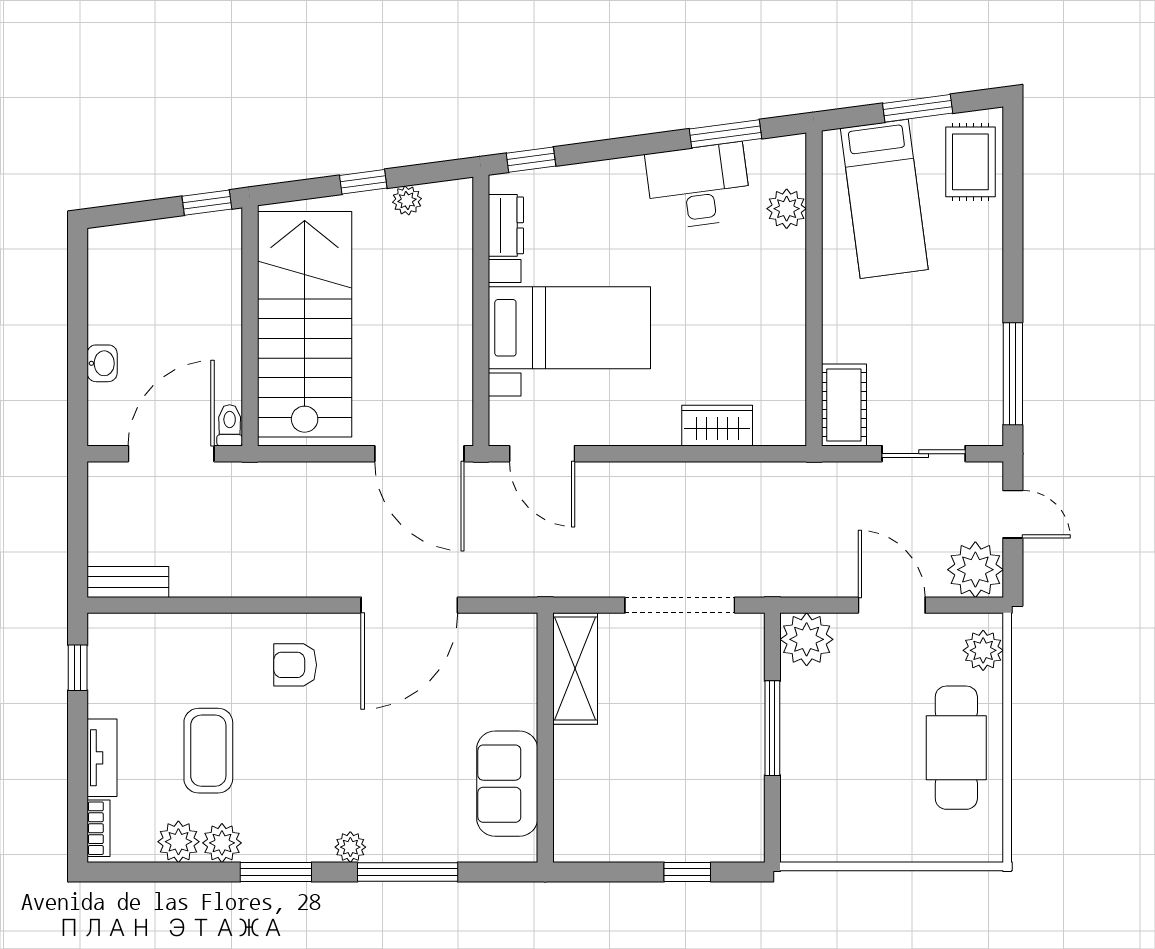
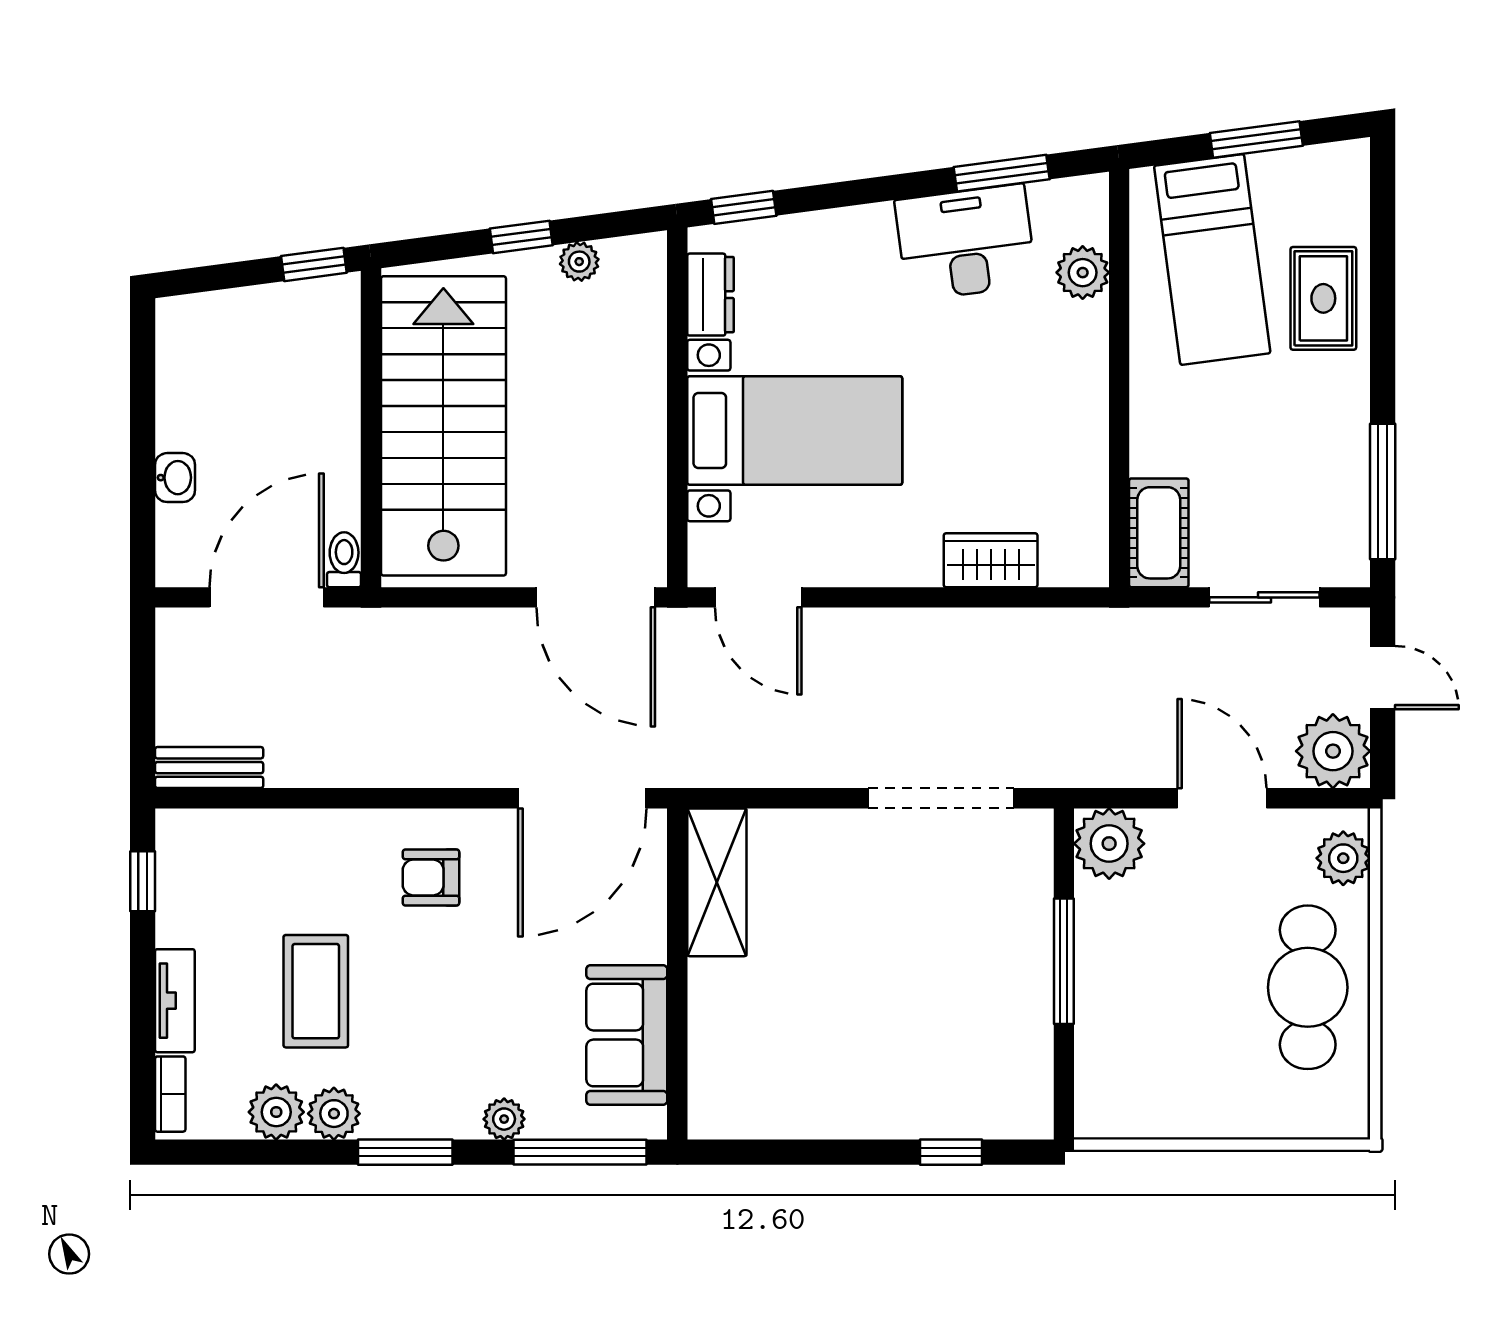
rug: (970, 162) -> (1323, 298), moved
shelving: (575, 668) -> (717, 882), moved
wall: (545, 738) -> (677, 974), moved
sofa: (507, 784) -> (627, 1035), moved

